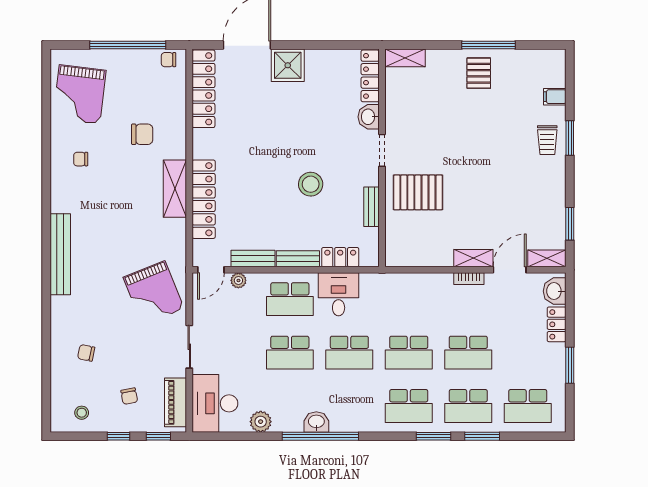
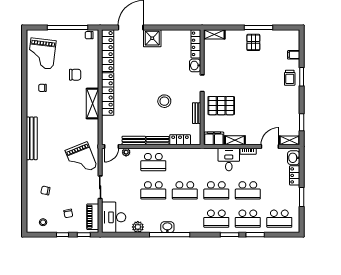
locker: (204, 199) -> (108, 94), moved
filing cabinet: (404, 255) -> (214, 138), added
shelving: (473, 258) -> (235, 140), moved
desk: (339, 294) -> (229, 160), moved

